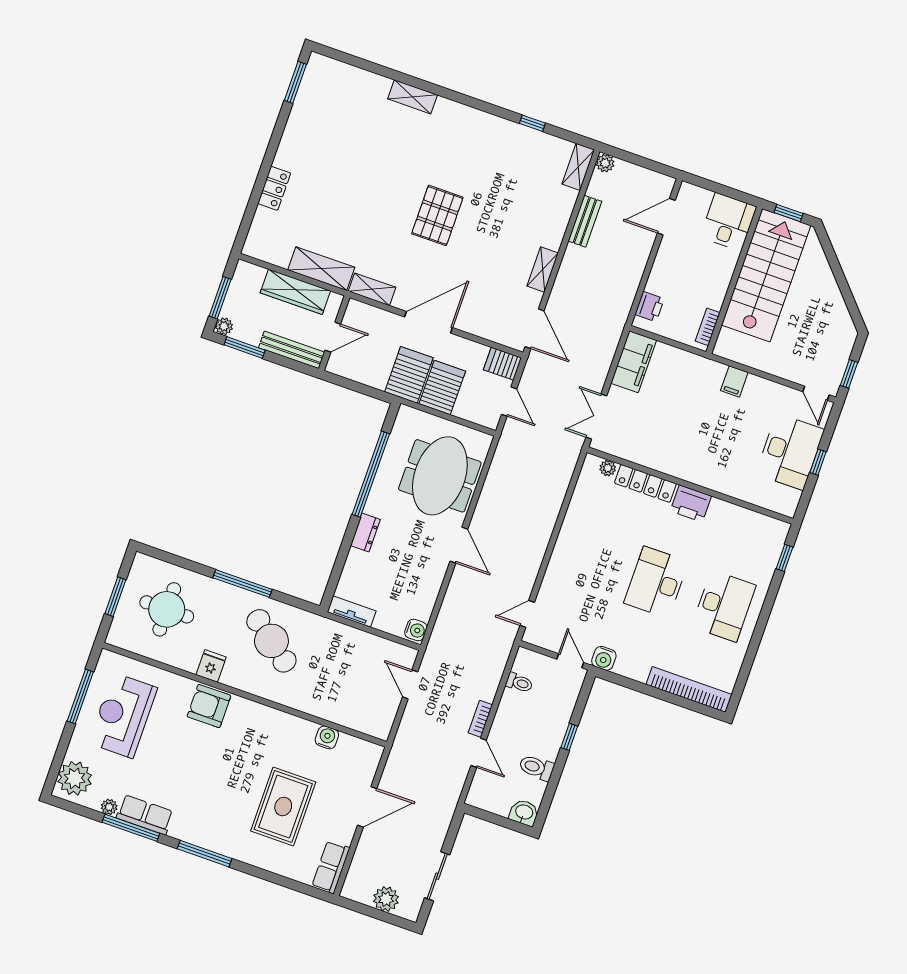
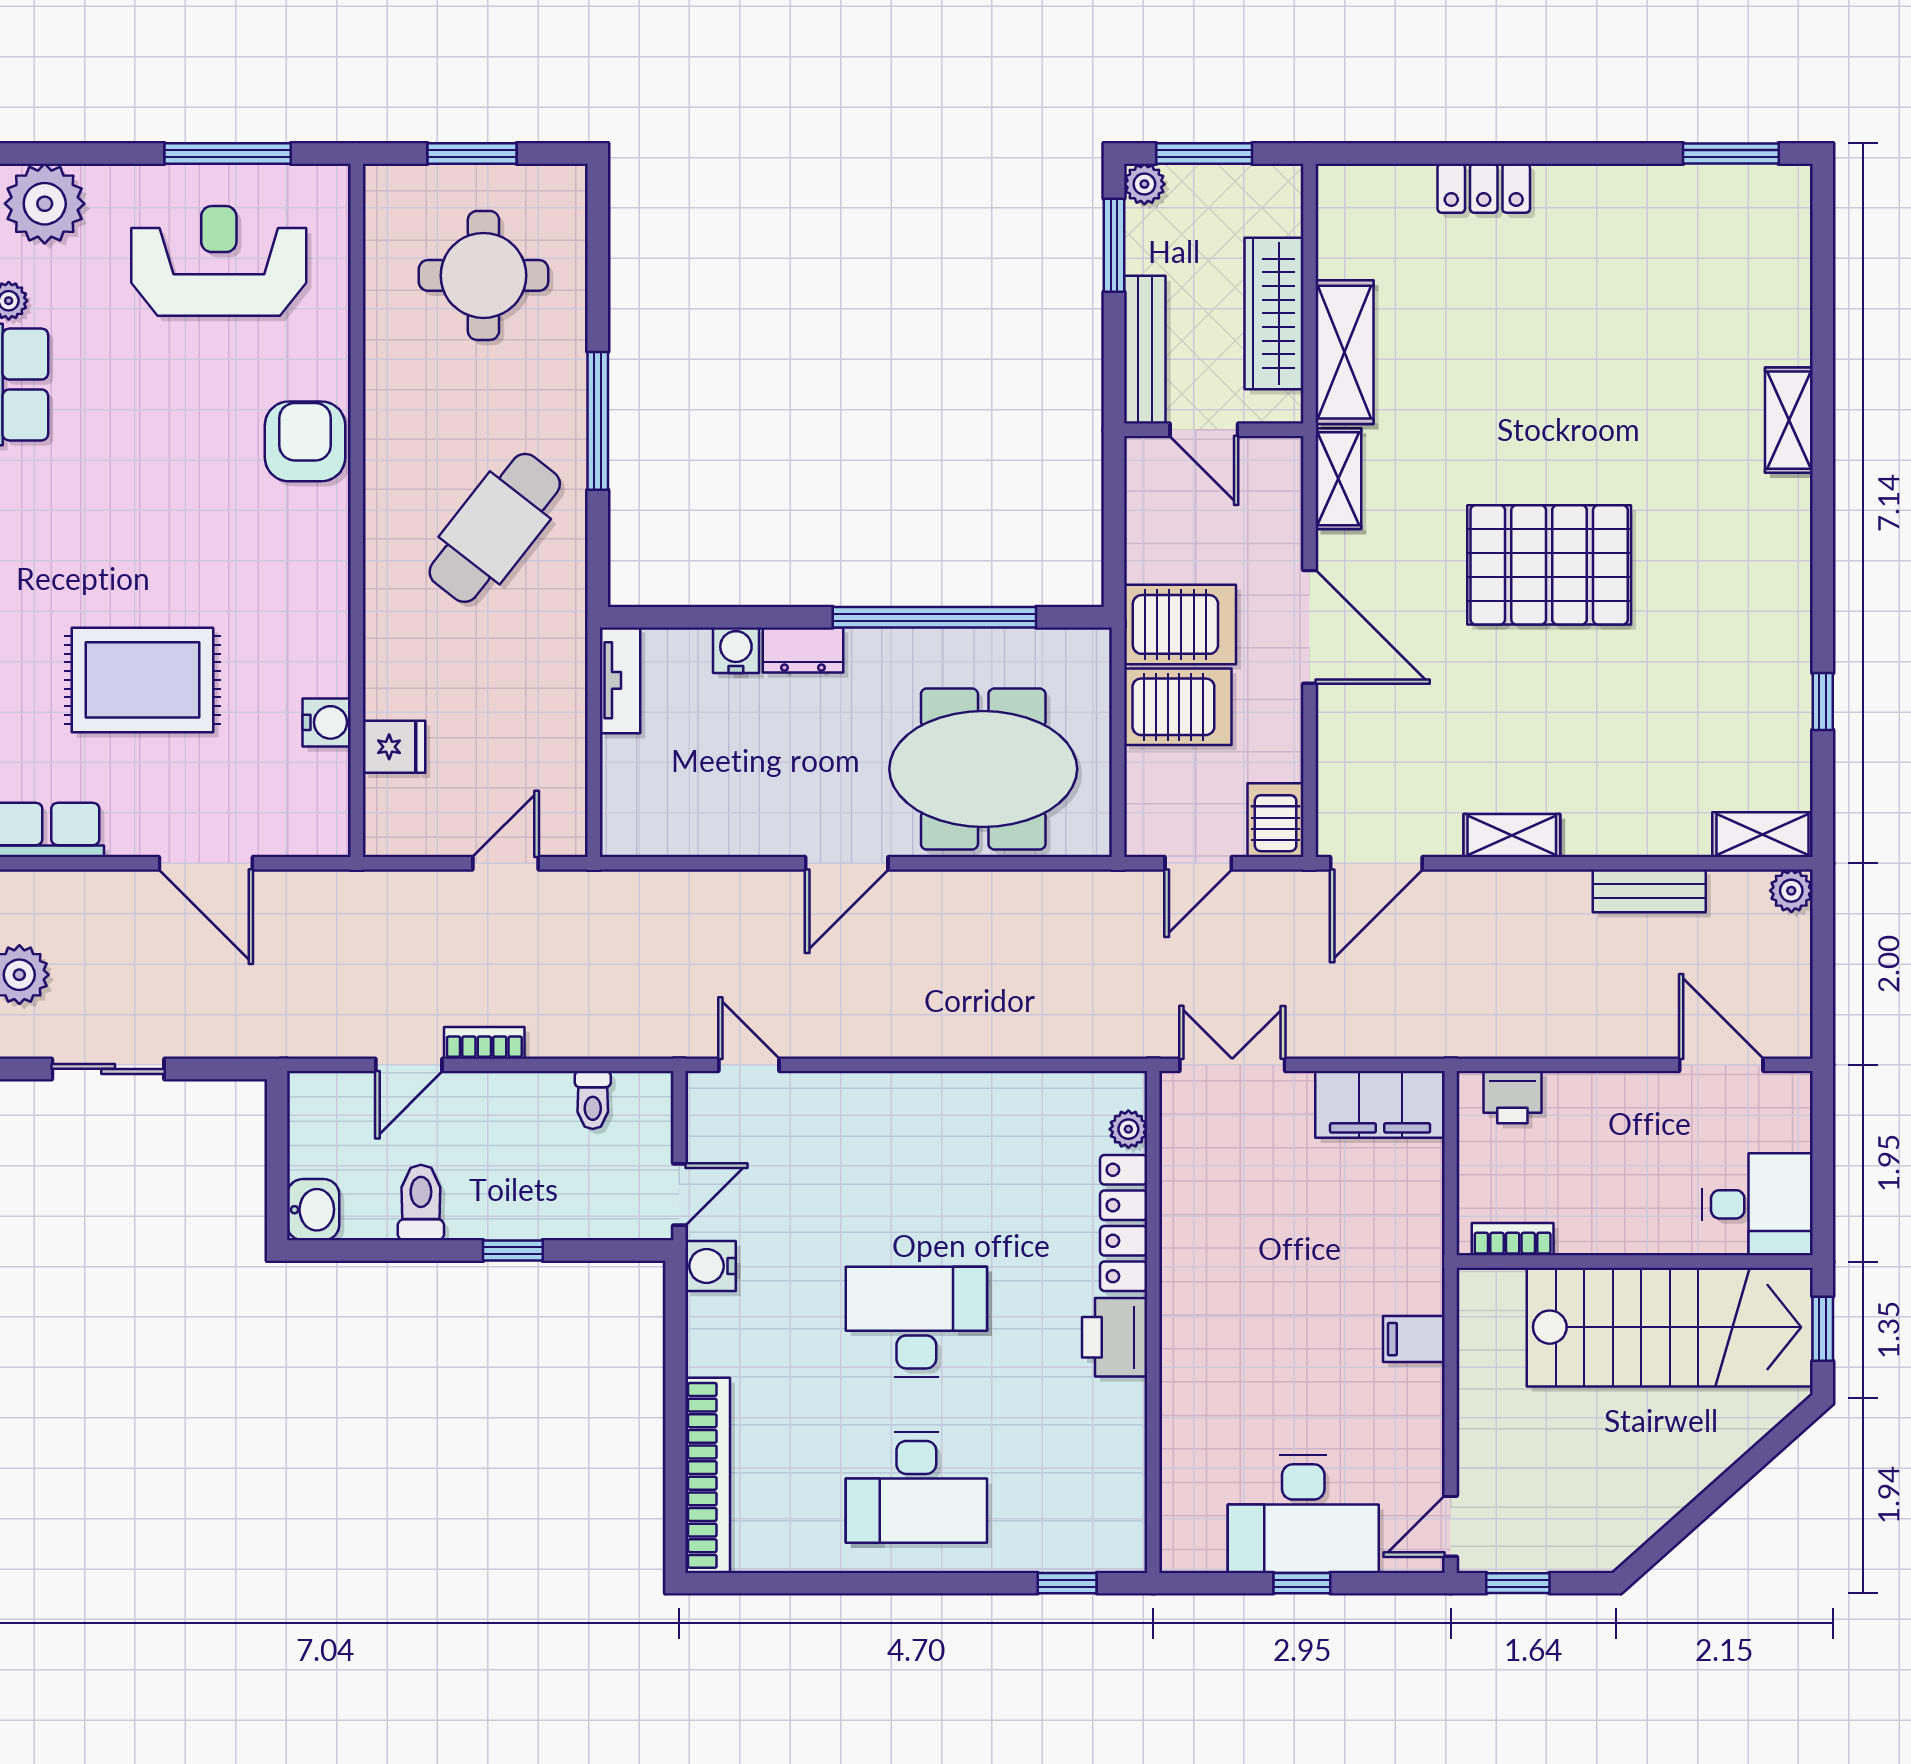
pallet: (437, 215) -> (1549, 565), width x1.37, depth x1.41
water cooler: (416, 630) -> (736, 650), moved, turned 180
fridge: (211, 666) -> (394, 747), moved

